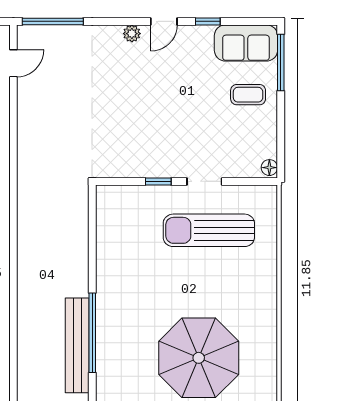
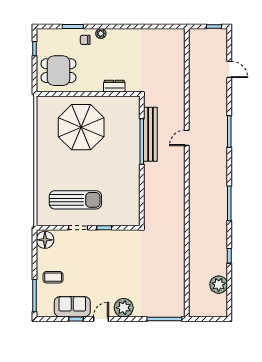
plant: (132, 34) -> (124, 308), width x1.88, depth x1.88
sofa: (246, 43) -> (72, 307), moved
door: (13, 63) -> (187, 138), moved
floor lamp: (269, 168) -> (45, 240), width x1.89, depth x1.89

